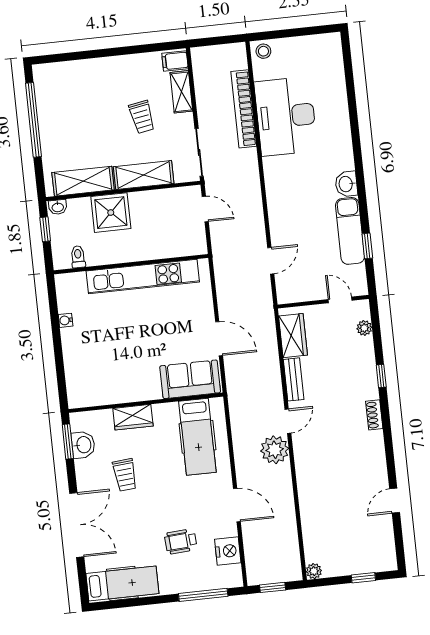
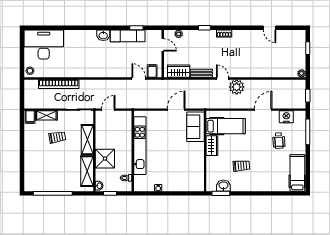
desk: (286, 116) -> (44, 45), moved, turned 180
filing cabinet: (288, 285) -> (152, 71), added
door: (340, 300) -> (163, 45), swing flipped
wardrobe: (133, 417) -> (212, 146), moved
double door: (77, 525) -> (265, 193), removed

